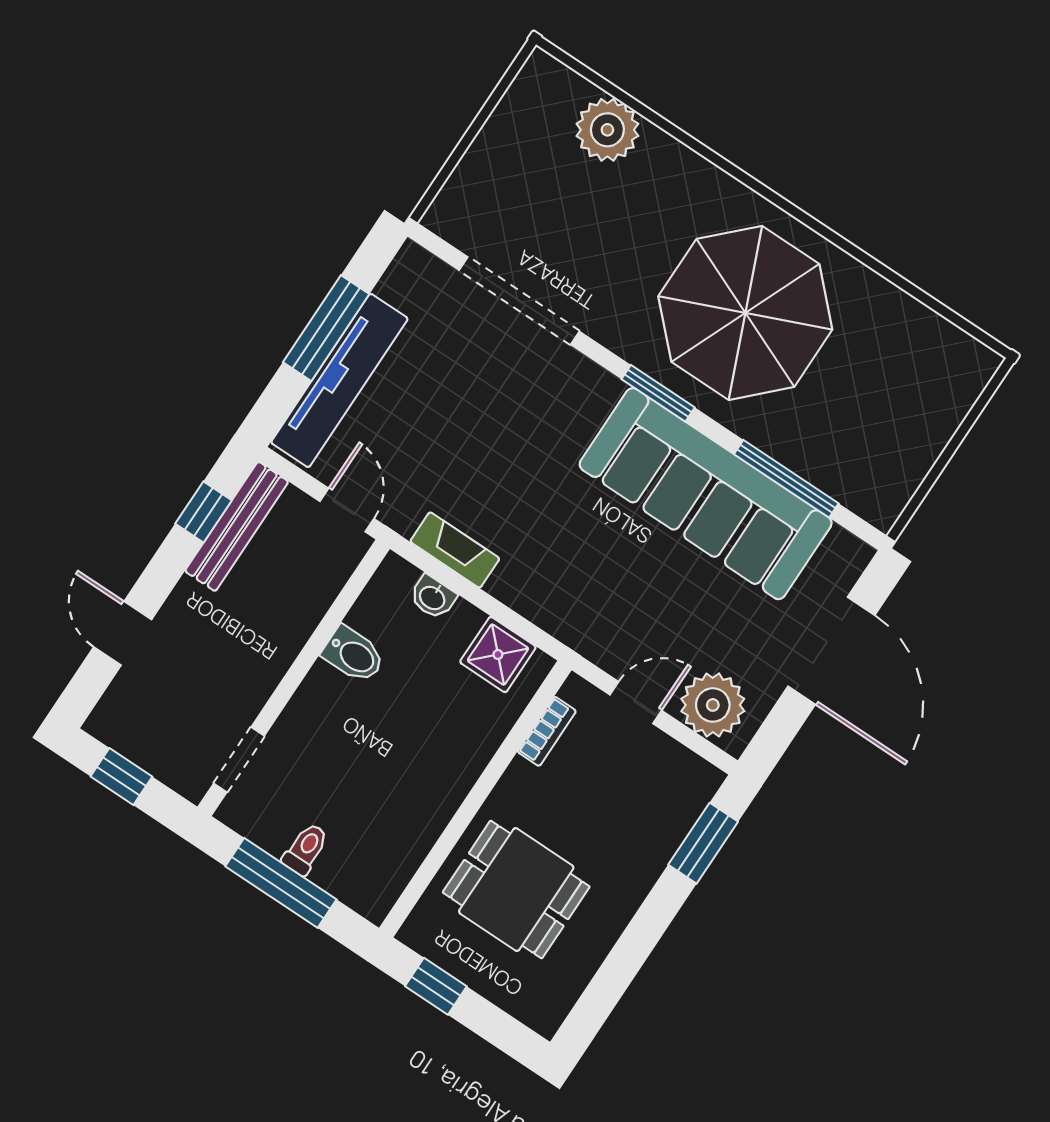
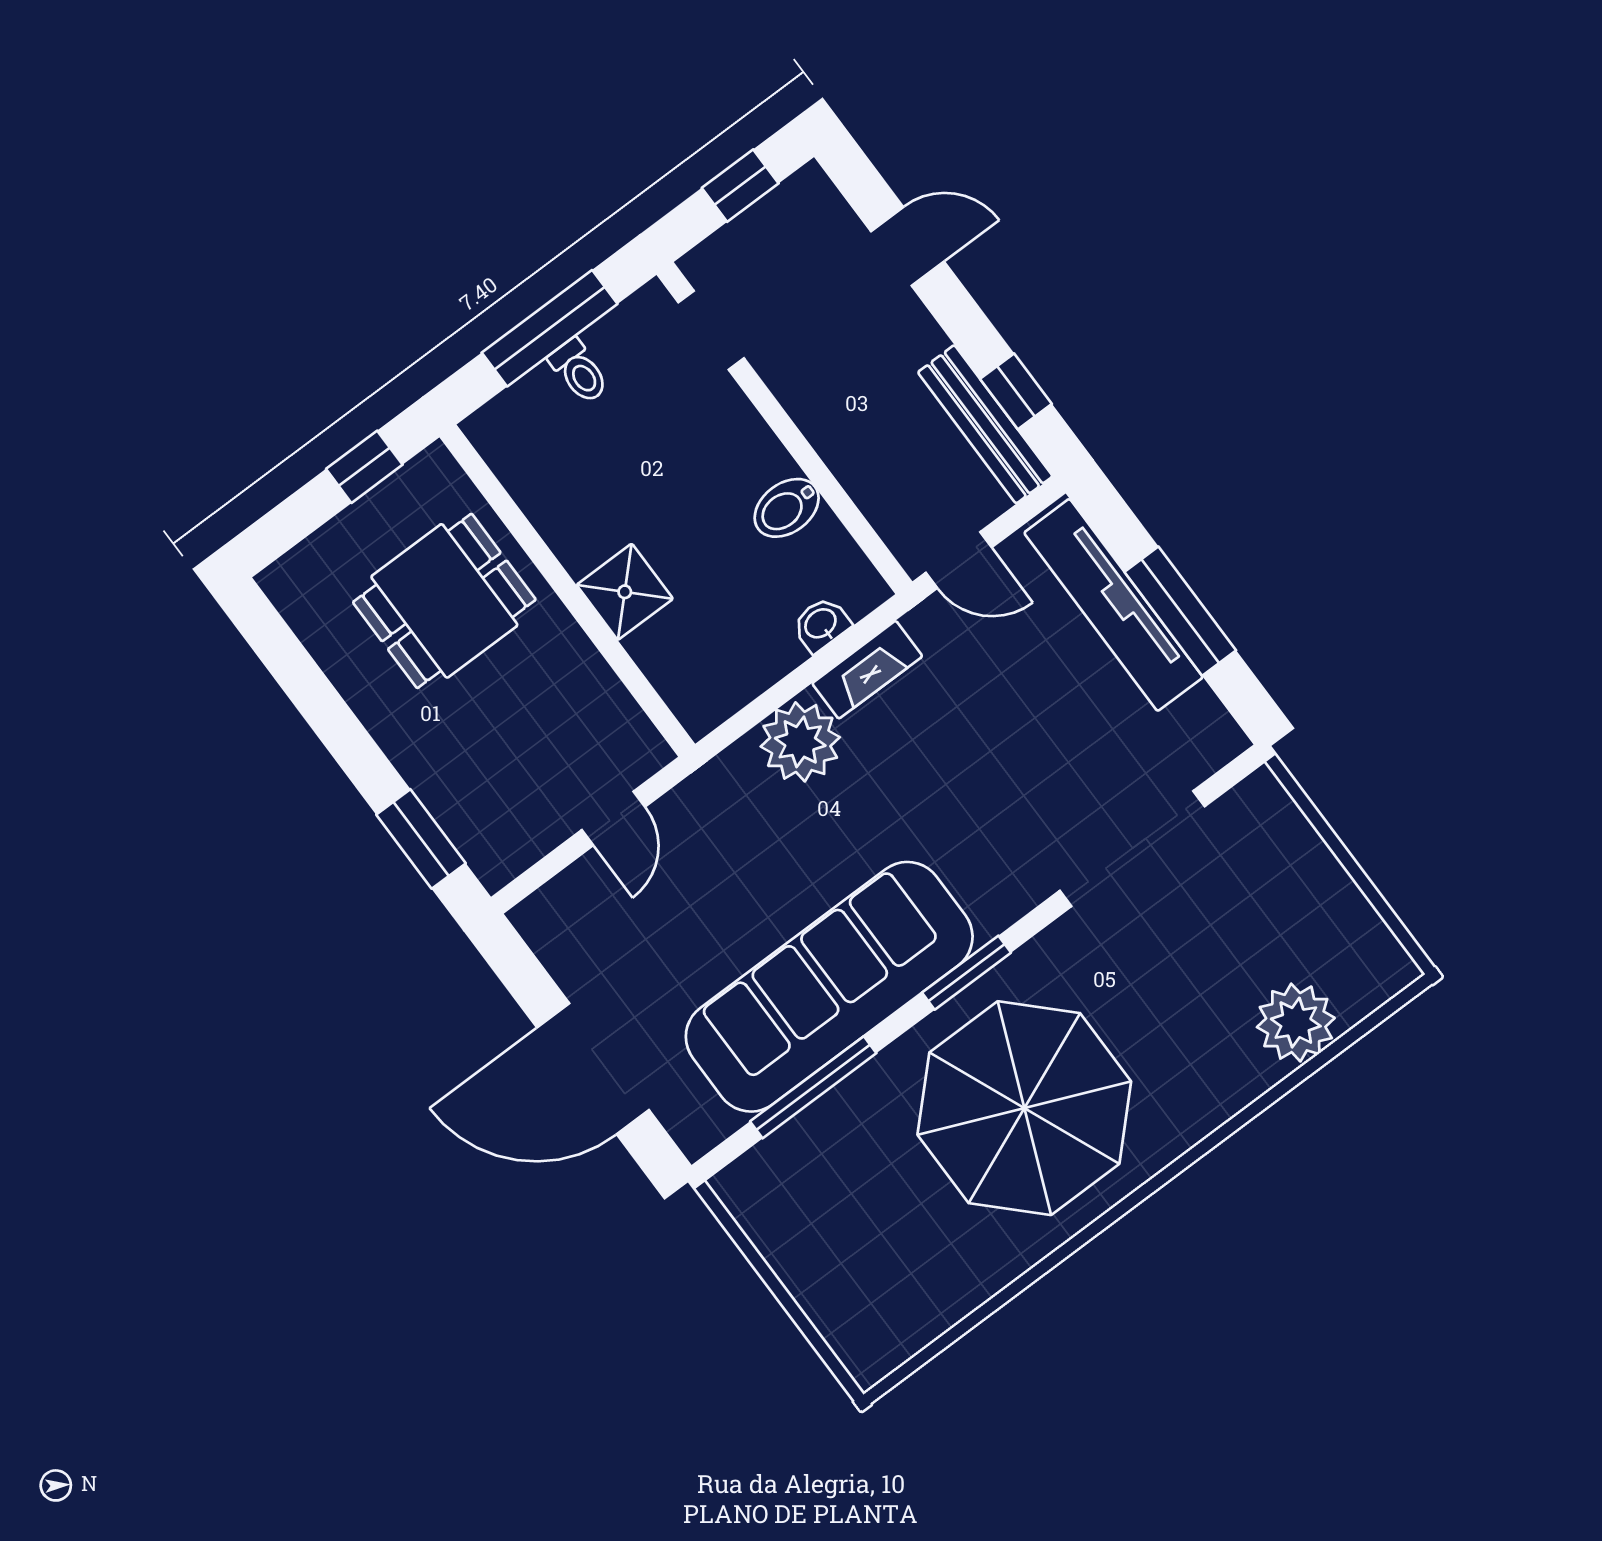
shower: (498, 655) -> (625, 592), moved
plant: (713, 705) -> (800, 742), moved
bookcase: (547, 731) -> (617, 702), removed

